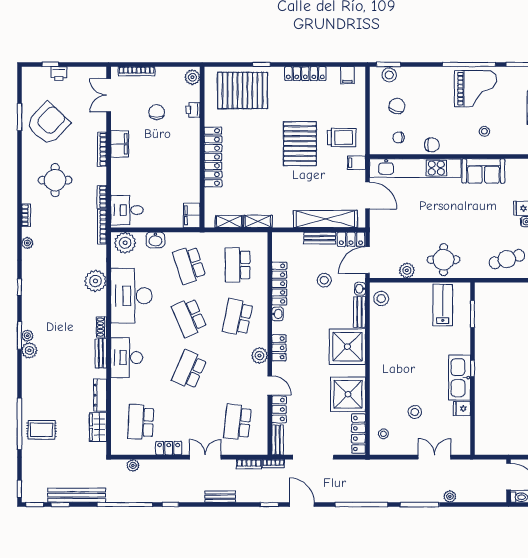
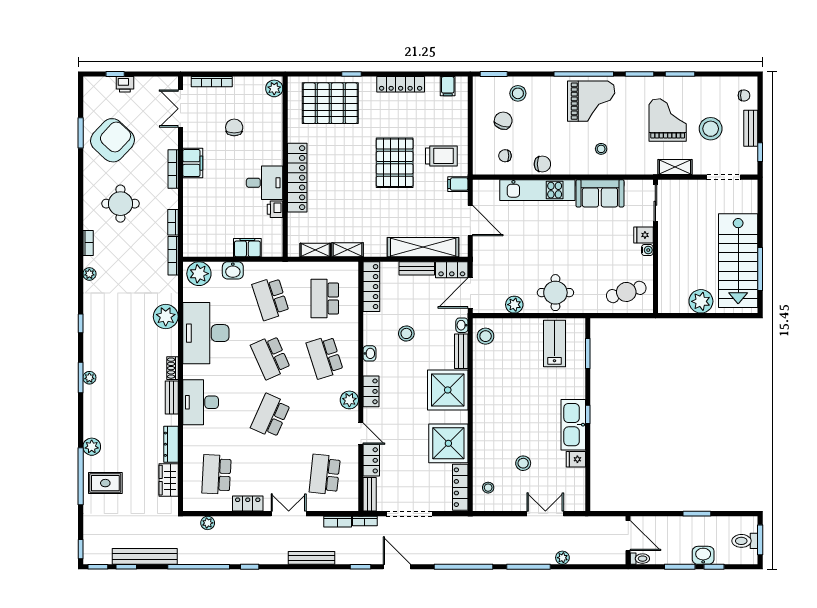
stool: (389, 75) -> (518, 93), moved
printer: (193, 110) -> (275, 209), moved
kitchen unit: (415, 168) -> (537, 190), width x0.73
desk: (127, 210) -> (265, 183), moved, turned 180
filing cabinet: (192, 215) -> (247, 248), moved, turned 90
stool: (324, 280) -> (406, 333), moved
locker: (279, 284) -> (371, 287), moved
school desk: (238, 317) -> (325, 357), turned -30
plant: (29, 350) -> (92, 447), moved
bench: (220, 497) -> (311, 558), width x1.36

